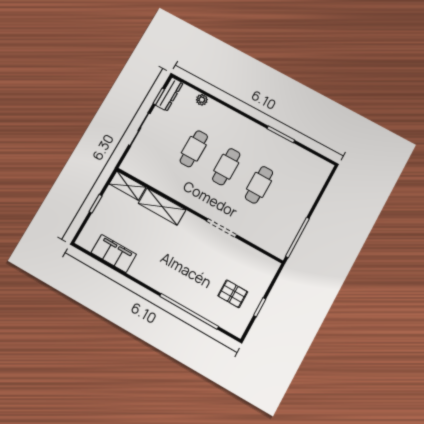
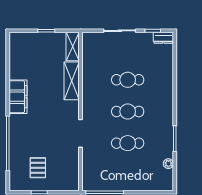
dresser: (169, 94) -> (163, 38), width x0.70
plant: (202, 100) -> (168, 164), moved
filing cabinet: (114, 253) -> (18, 97), moved

